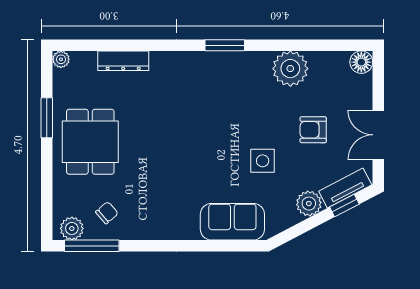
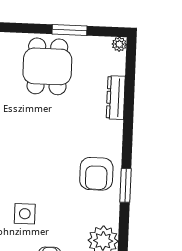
armchair: (213, 80) -> (96, 174), added
dining table: (90, 142) -> (47, 66), turned 90

